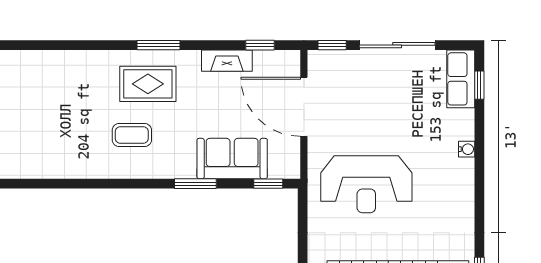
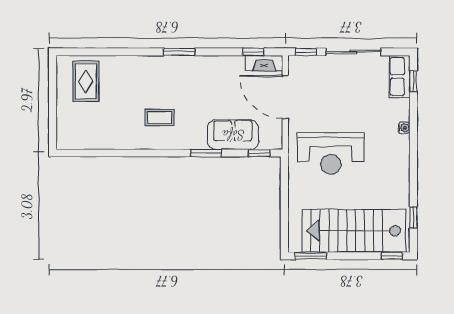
fireplace: (227, 61) -> (264, 63), moved
rug: (148, 84) -> (86, 81), moved, turned 90

